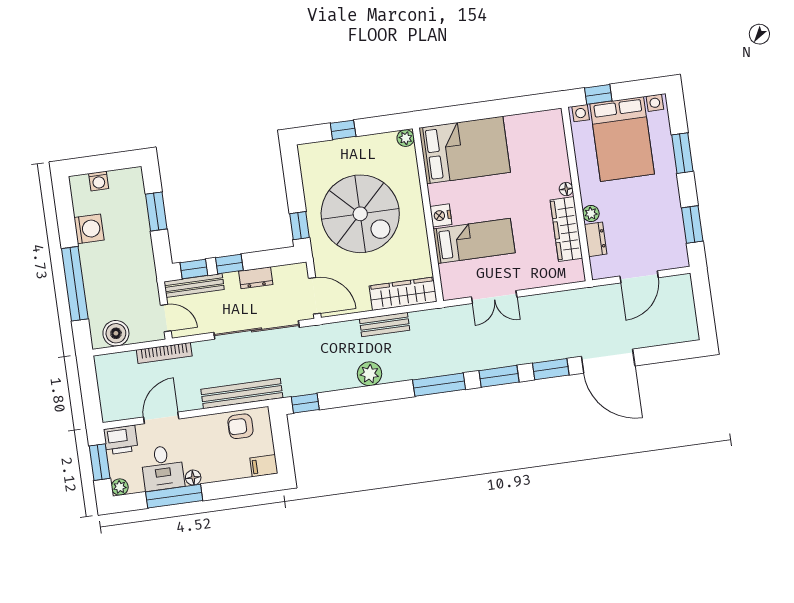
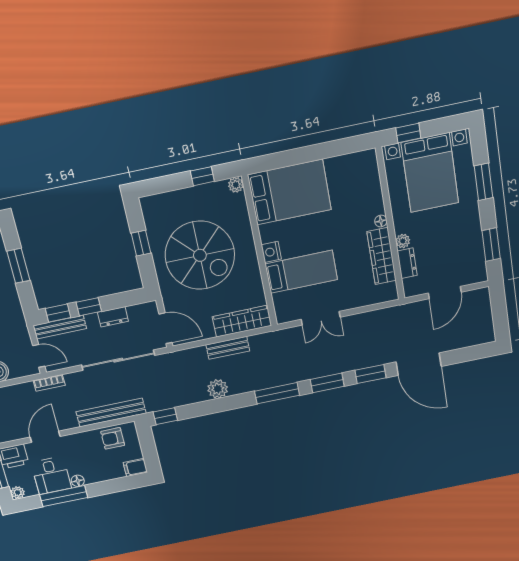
window: (343, 130) -> (202, 176), moved
window: (300, 226) -> (141, 243), moved
bookcase: (164, 353) -> (49, 383), width x0.64

